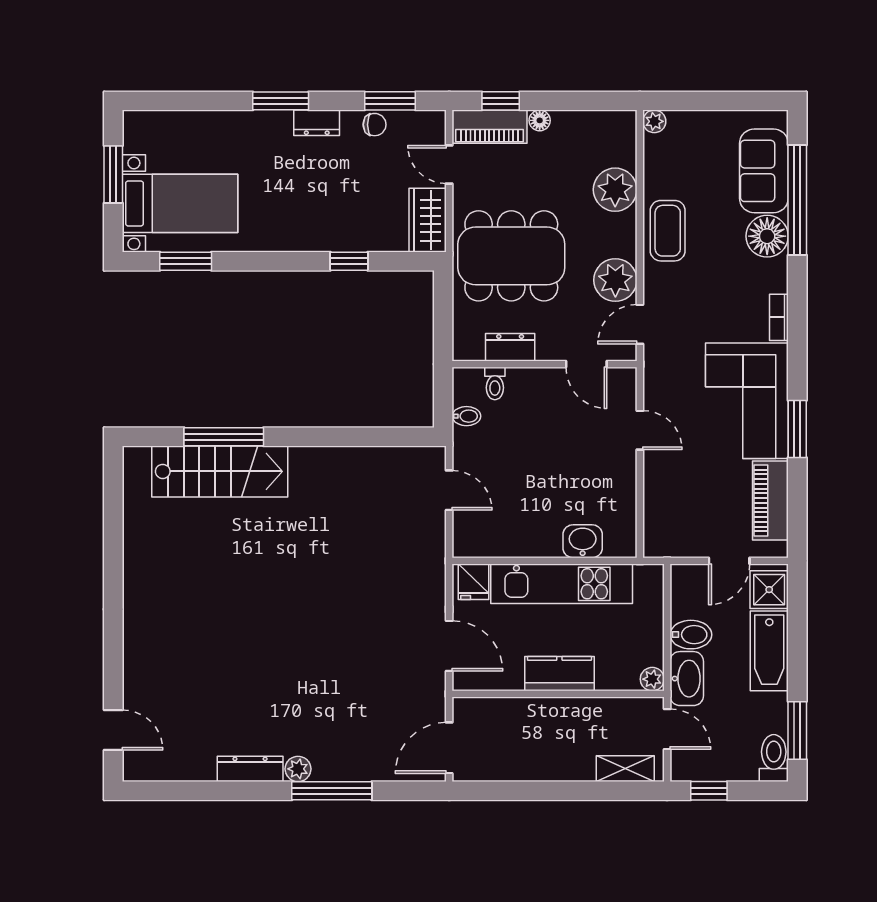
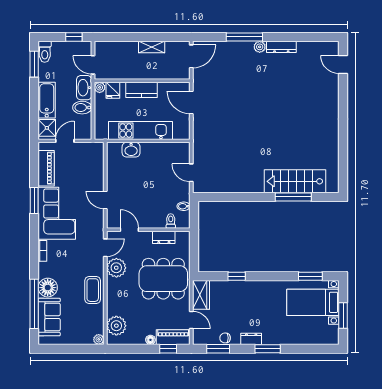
plant: (615, 190) -> (116, 326), moved
fridge: (473, 582) -> (113, 90), moved, turned 180
shelving: (625, 769) -> (152, 47), moved

